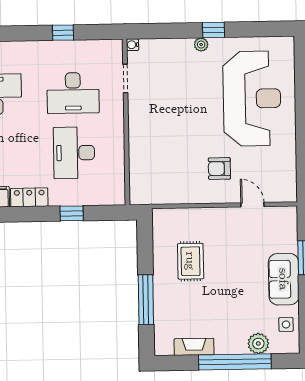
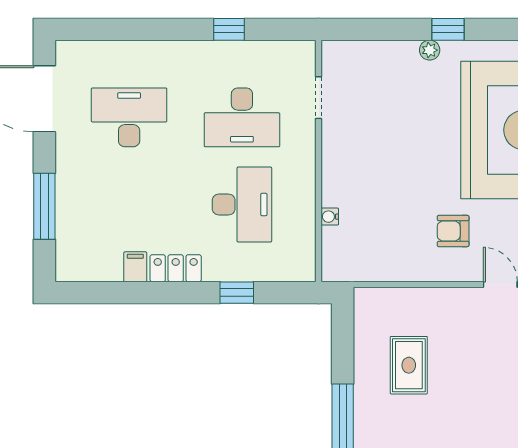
water cooler: (133, 45) -> (330, 217), moved
desk: (74, 153) -> (242, 204), turned 180

